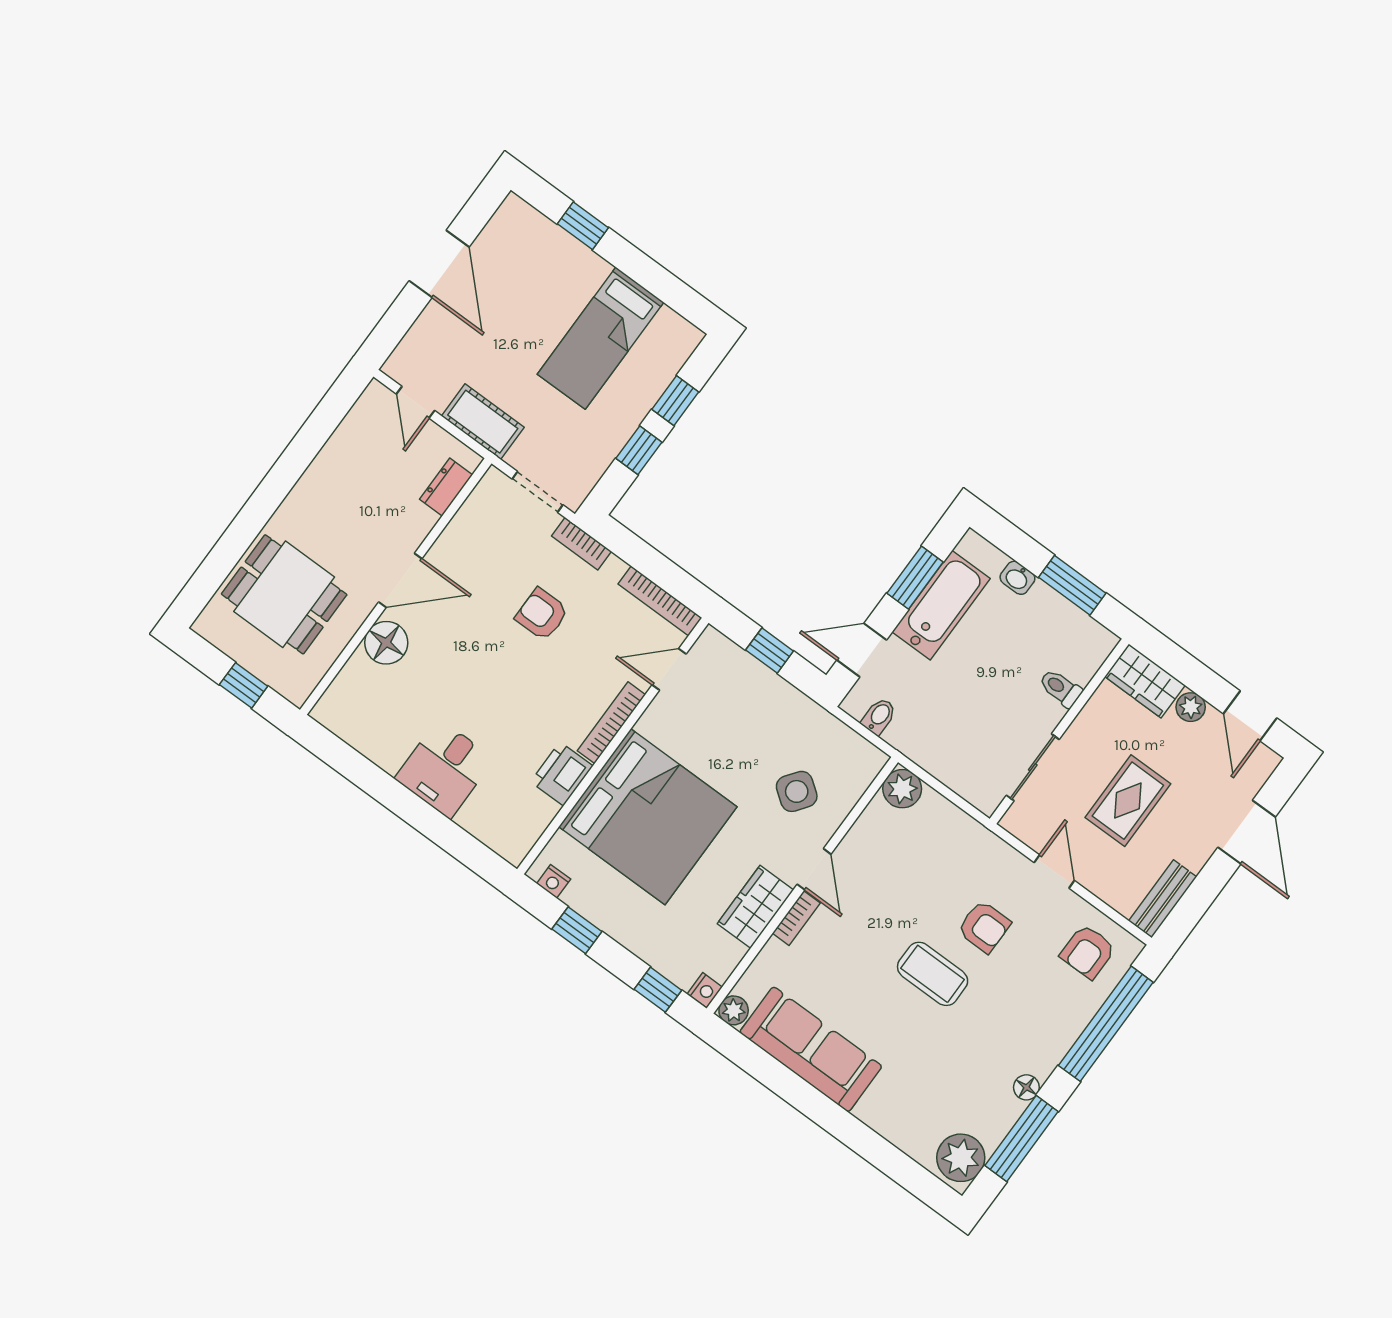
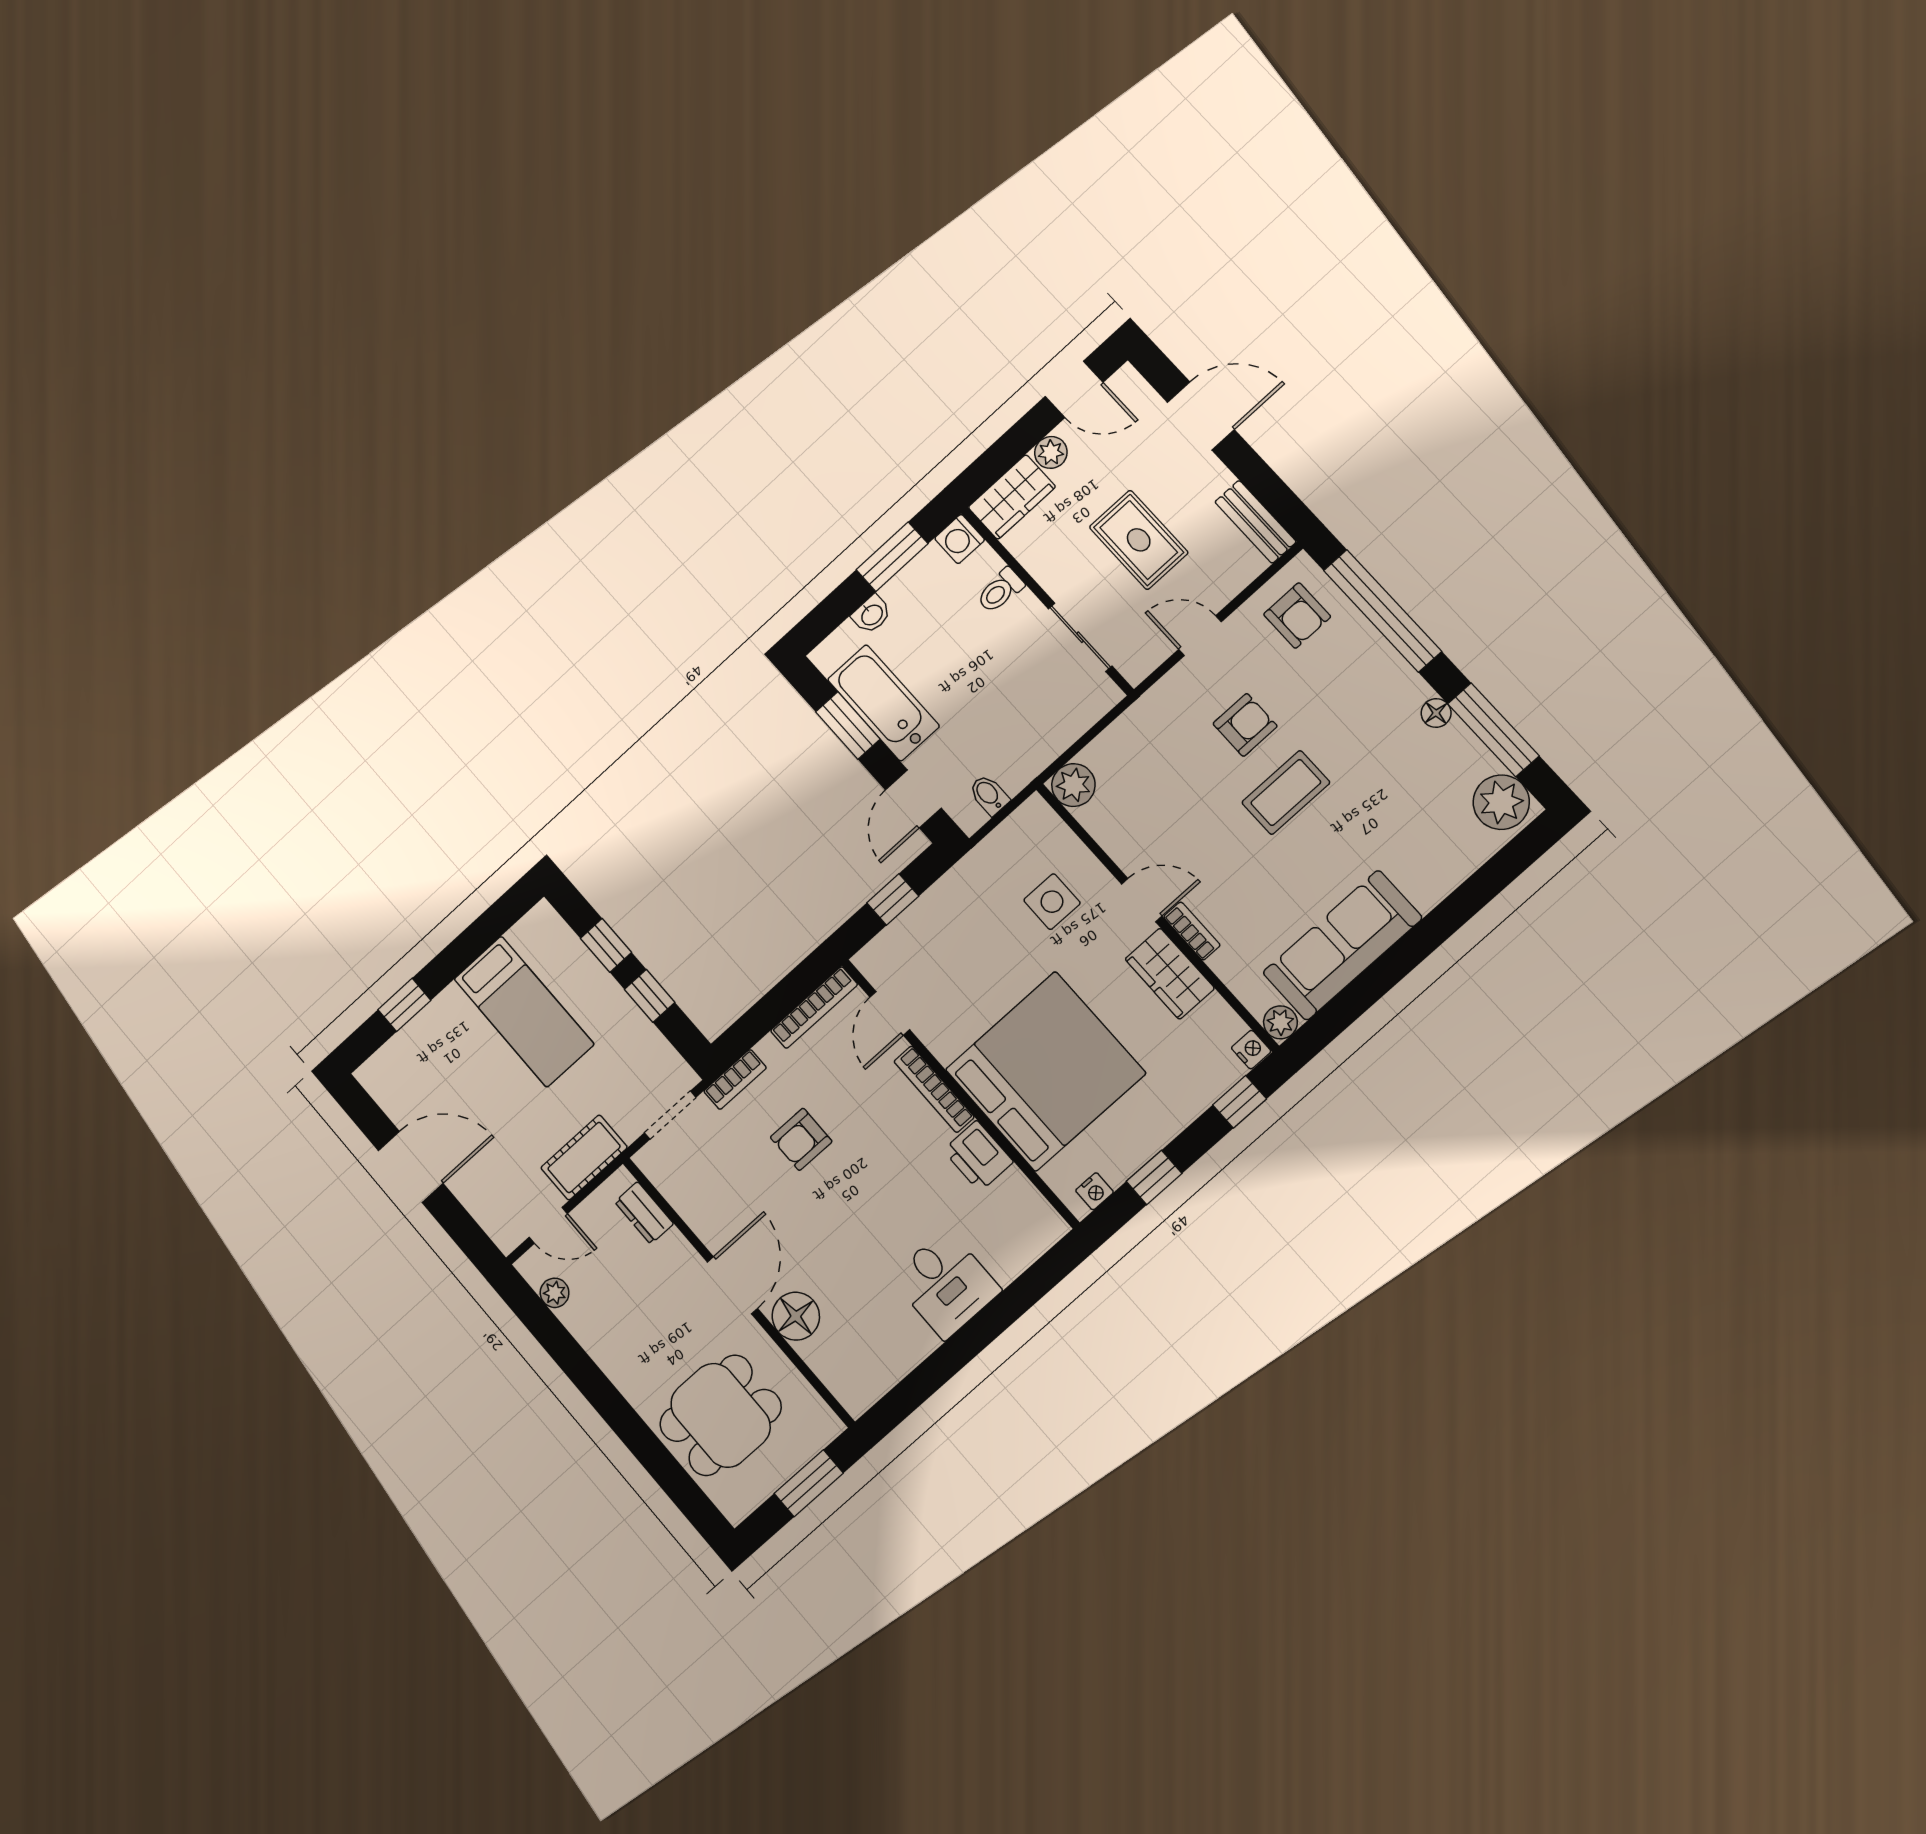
plant: (357, 421) -> (555, 1293), added
washing machine: (1099, 642) -> (960, 539), added
window: (244, 685) -> (809, 1483), width x1.50
side table: (797, 791) -> (1052, 902), turned -36

